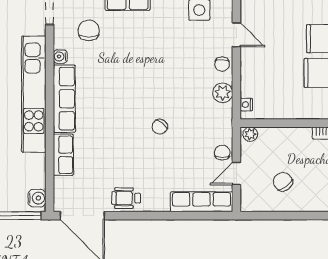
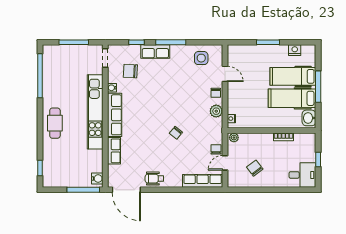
chair: (89, 30) -> (130, 71), turned -87

